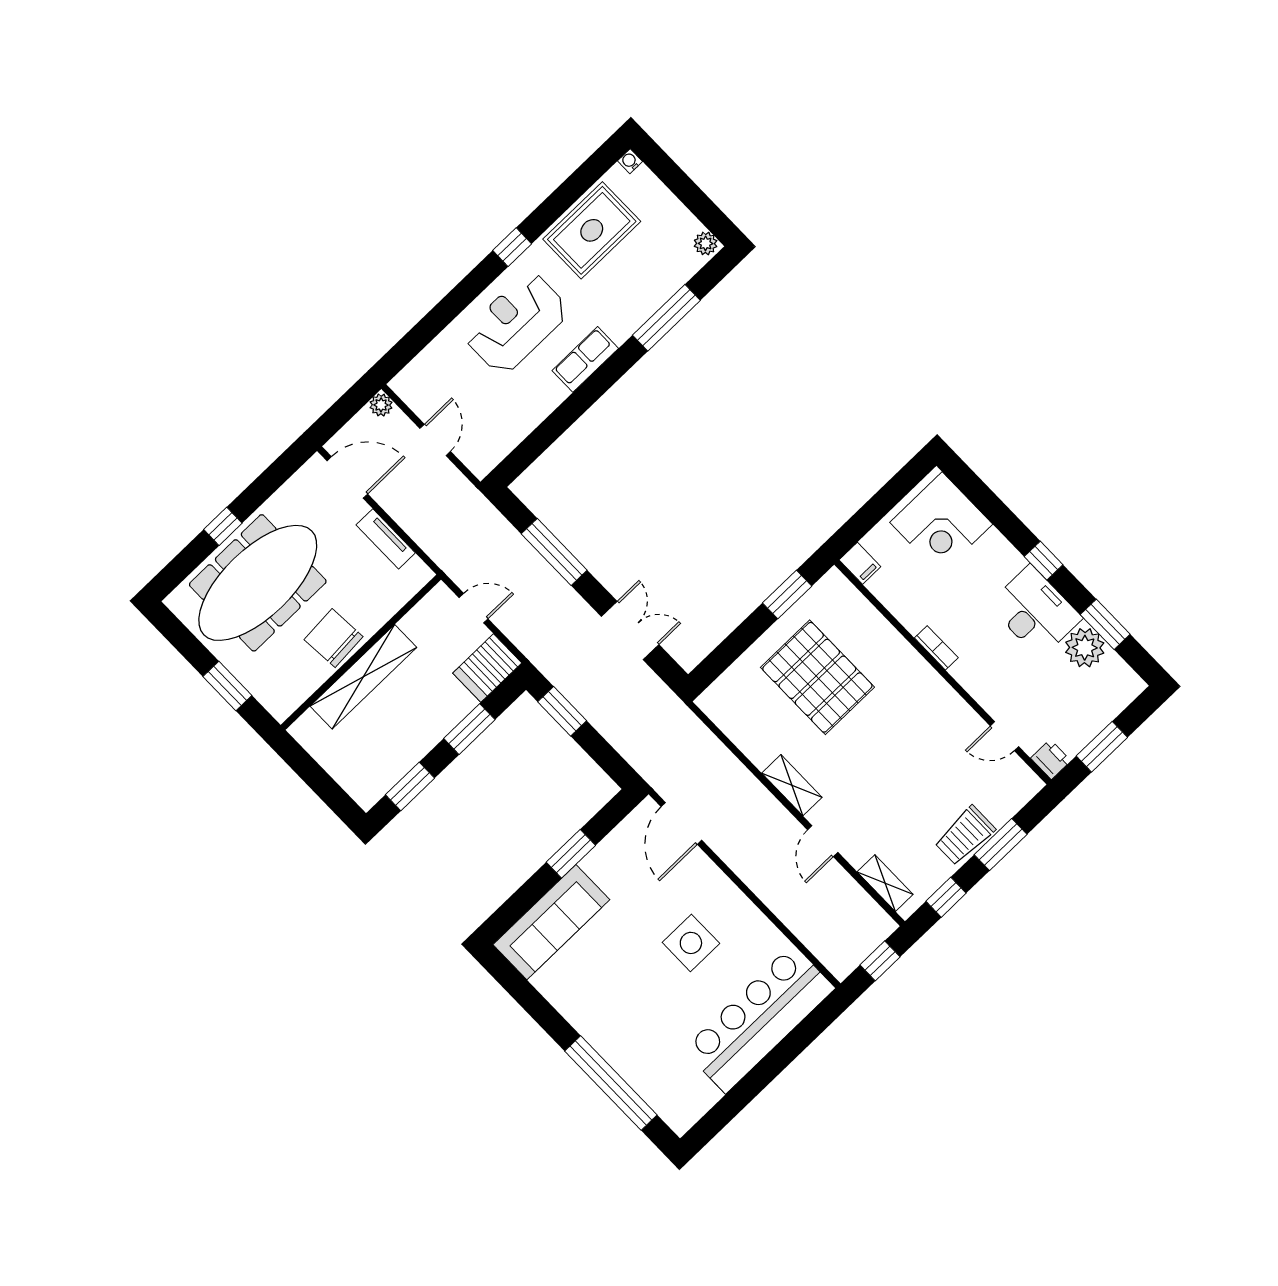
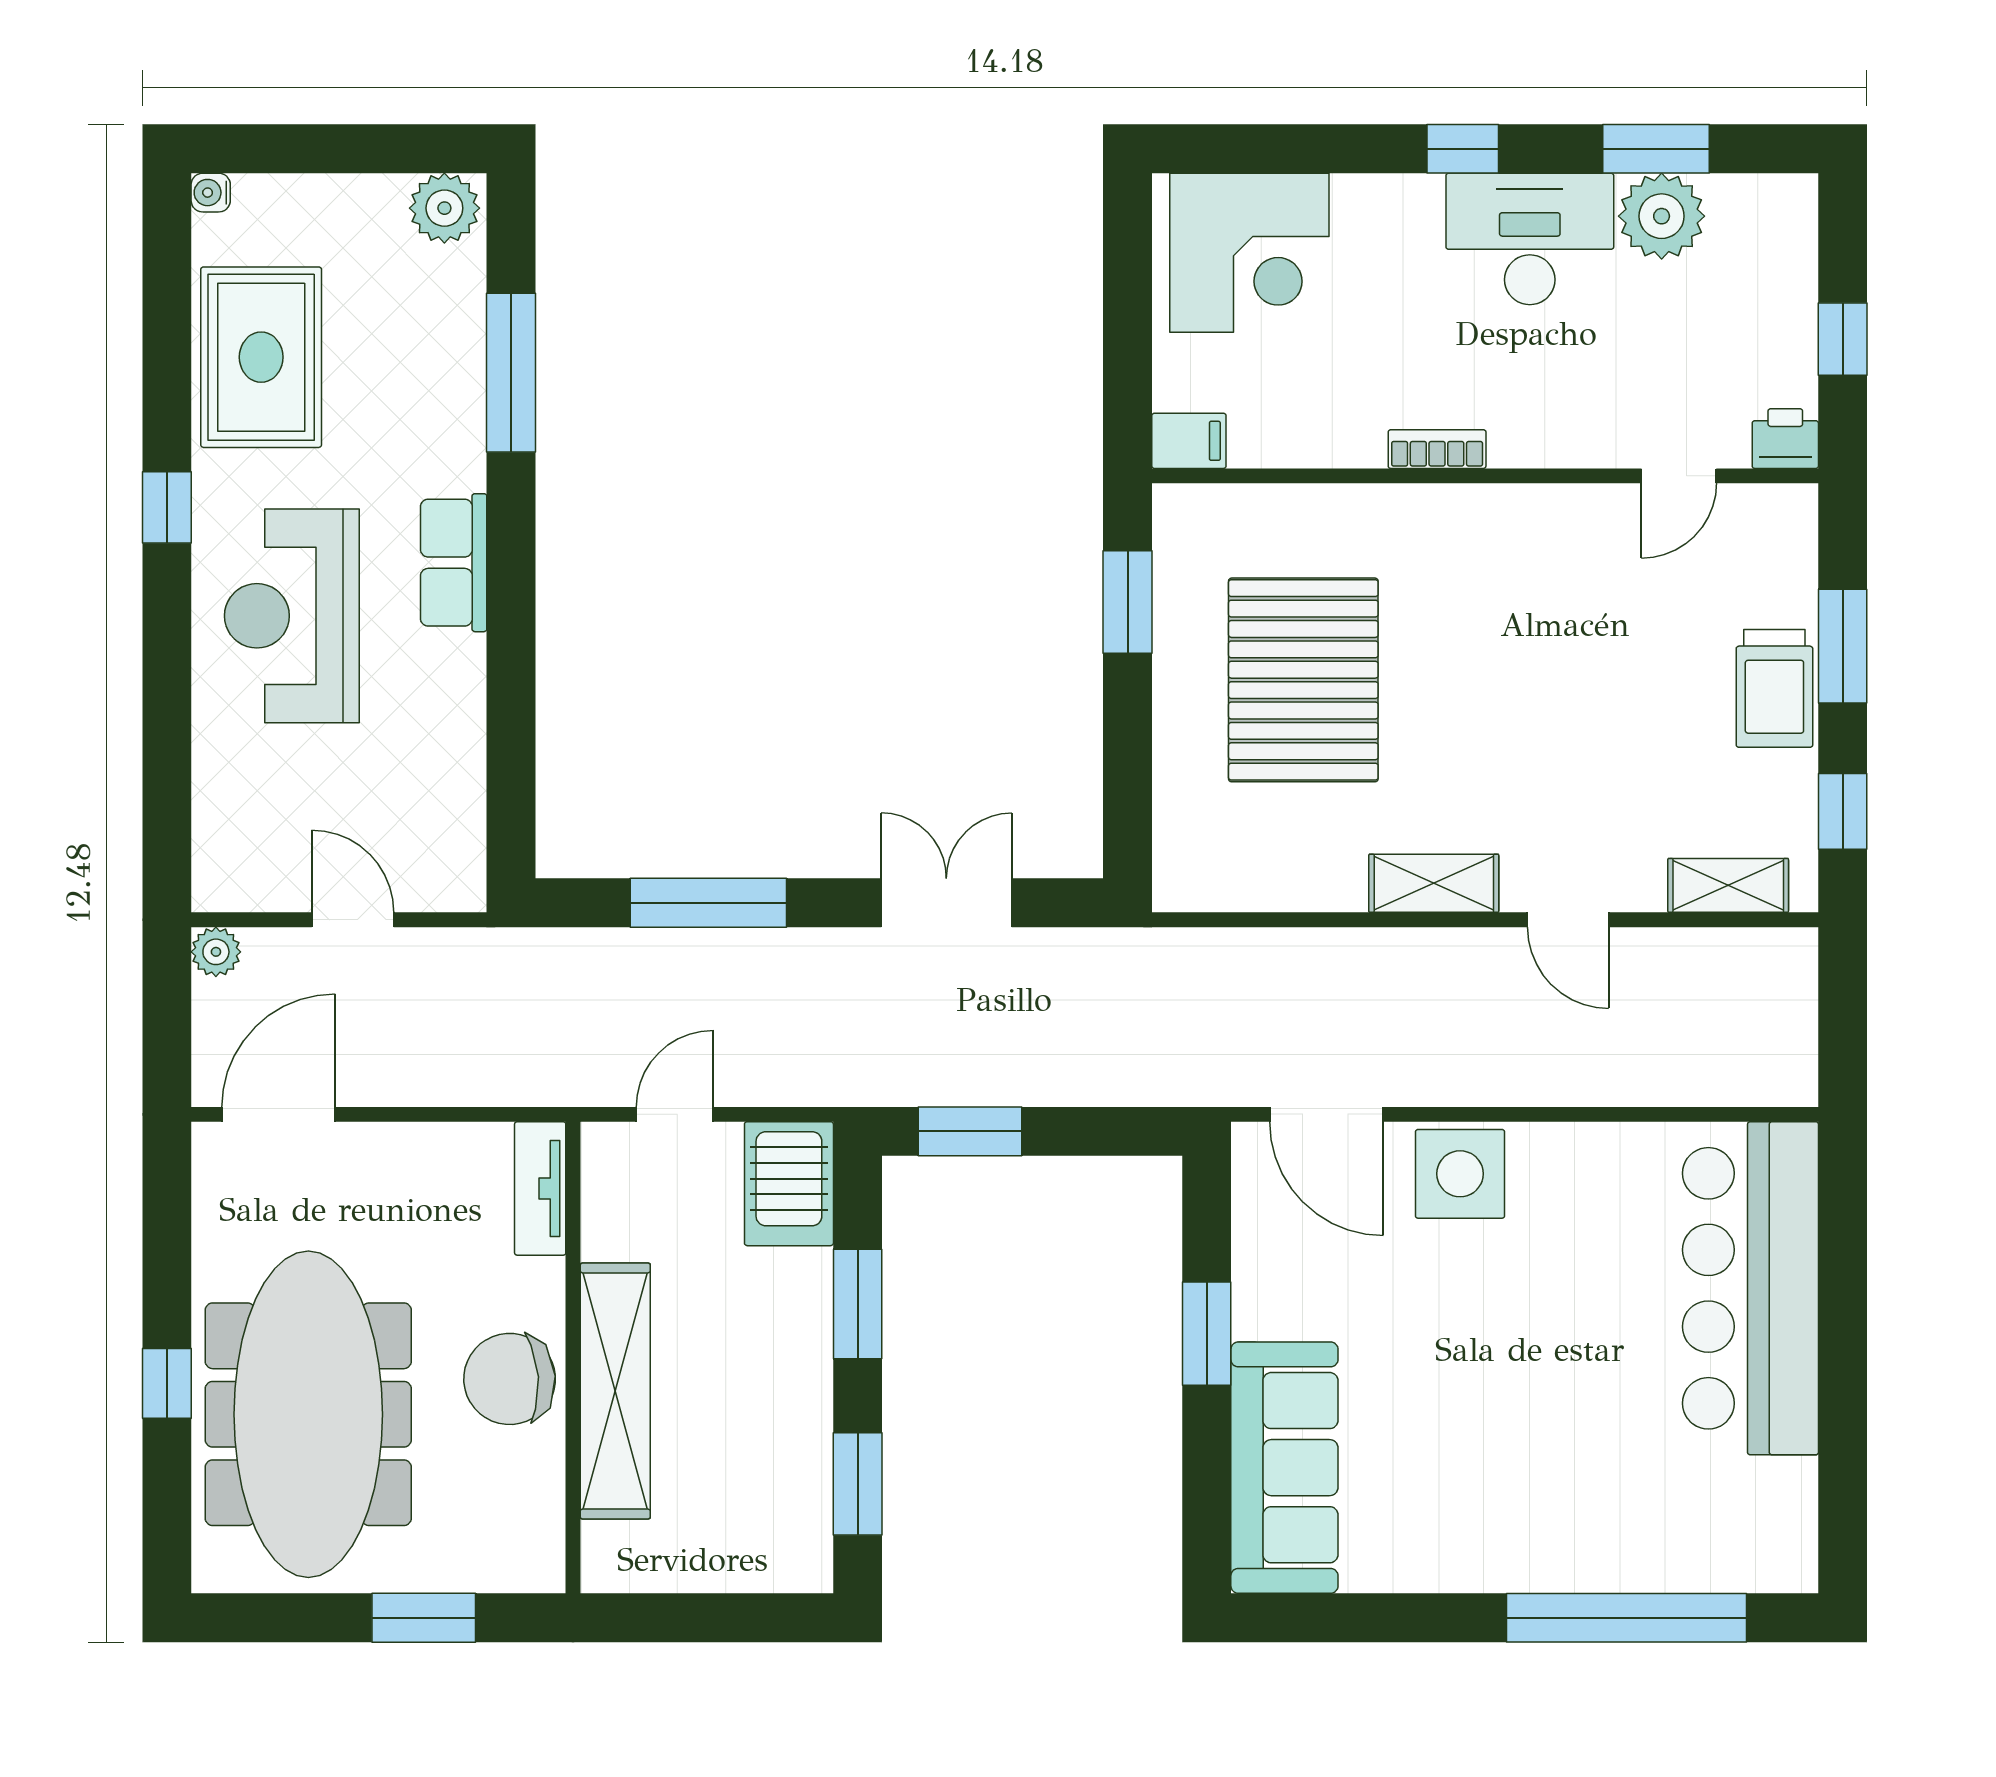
plant: (706, 243) -> (444, 208), width x1.38, depth x1.38
tv unit: (386, 539) -> (540, 1188), moved, turned 90
pallet: (817, 677) -> (1303, 680), turned 90
window: (1102, 747) -> (1843, 339), width x0.67
side table: (691, 943) -> (1460, 1174), moved
window: (880, 961) -> (1843, 1011), removed

